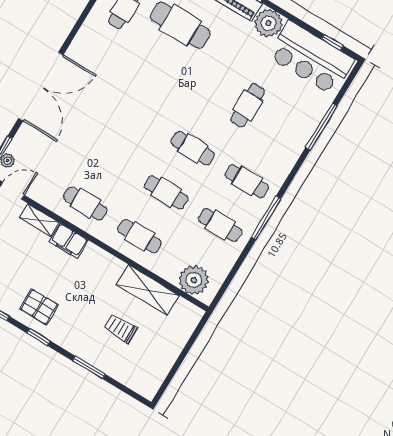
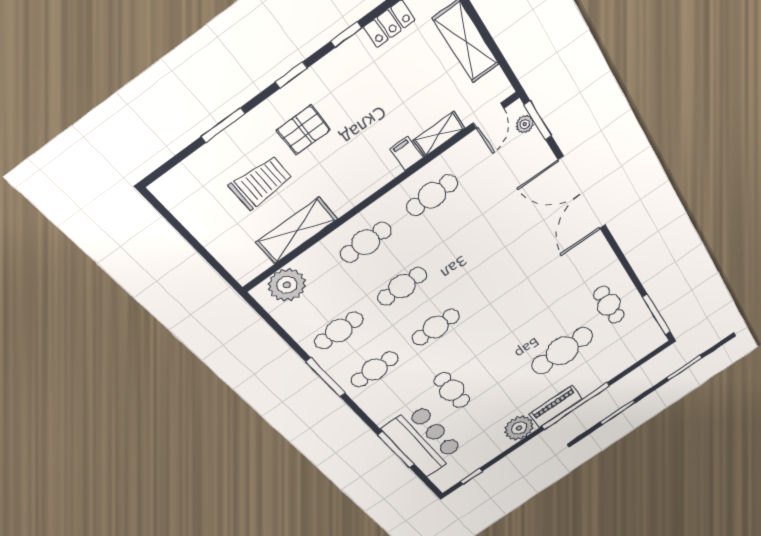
bar counter: (311, 58) -> (423, 440), moved, turned 90
filing cabinet: (69, 241) -> (406, 153), width x0.50
pallet: (39, 307) -> (304, 130), moved
trolley: (120, 328) -> (261, 183), width x1.36, depth x1.39

